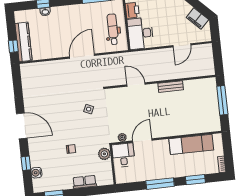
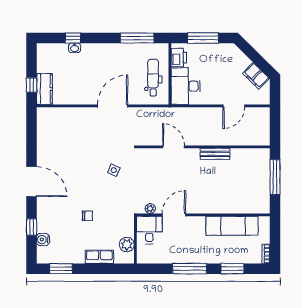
kitchen counter: (23, 42) -> (44, 89), width x0.67
plant: (104, 154) -> (127, 245), moved

